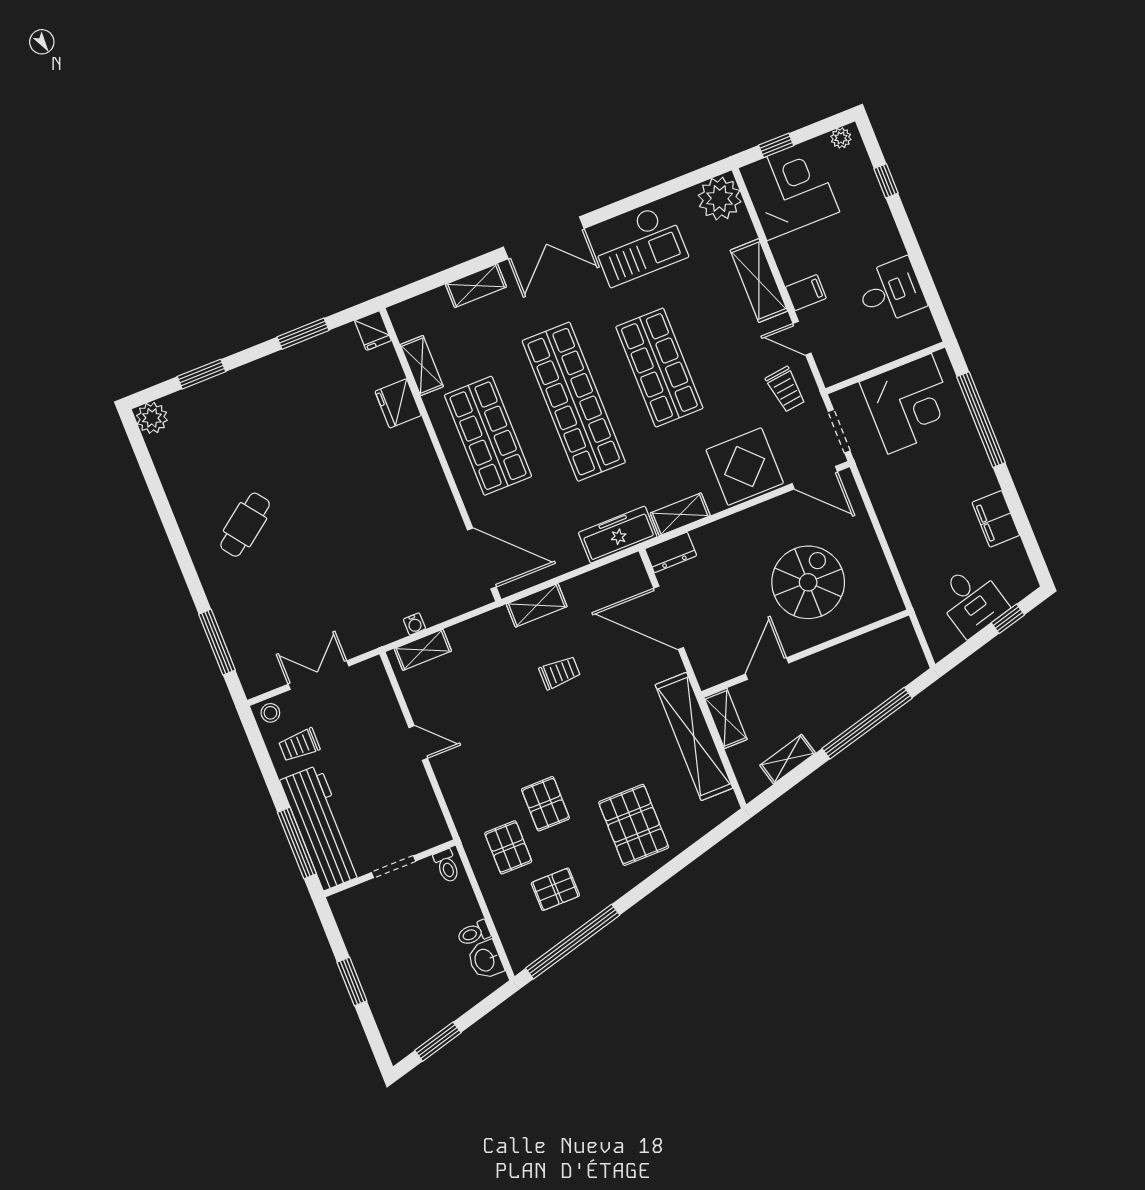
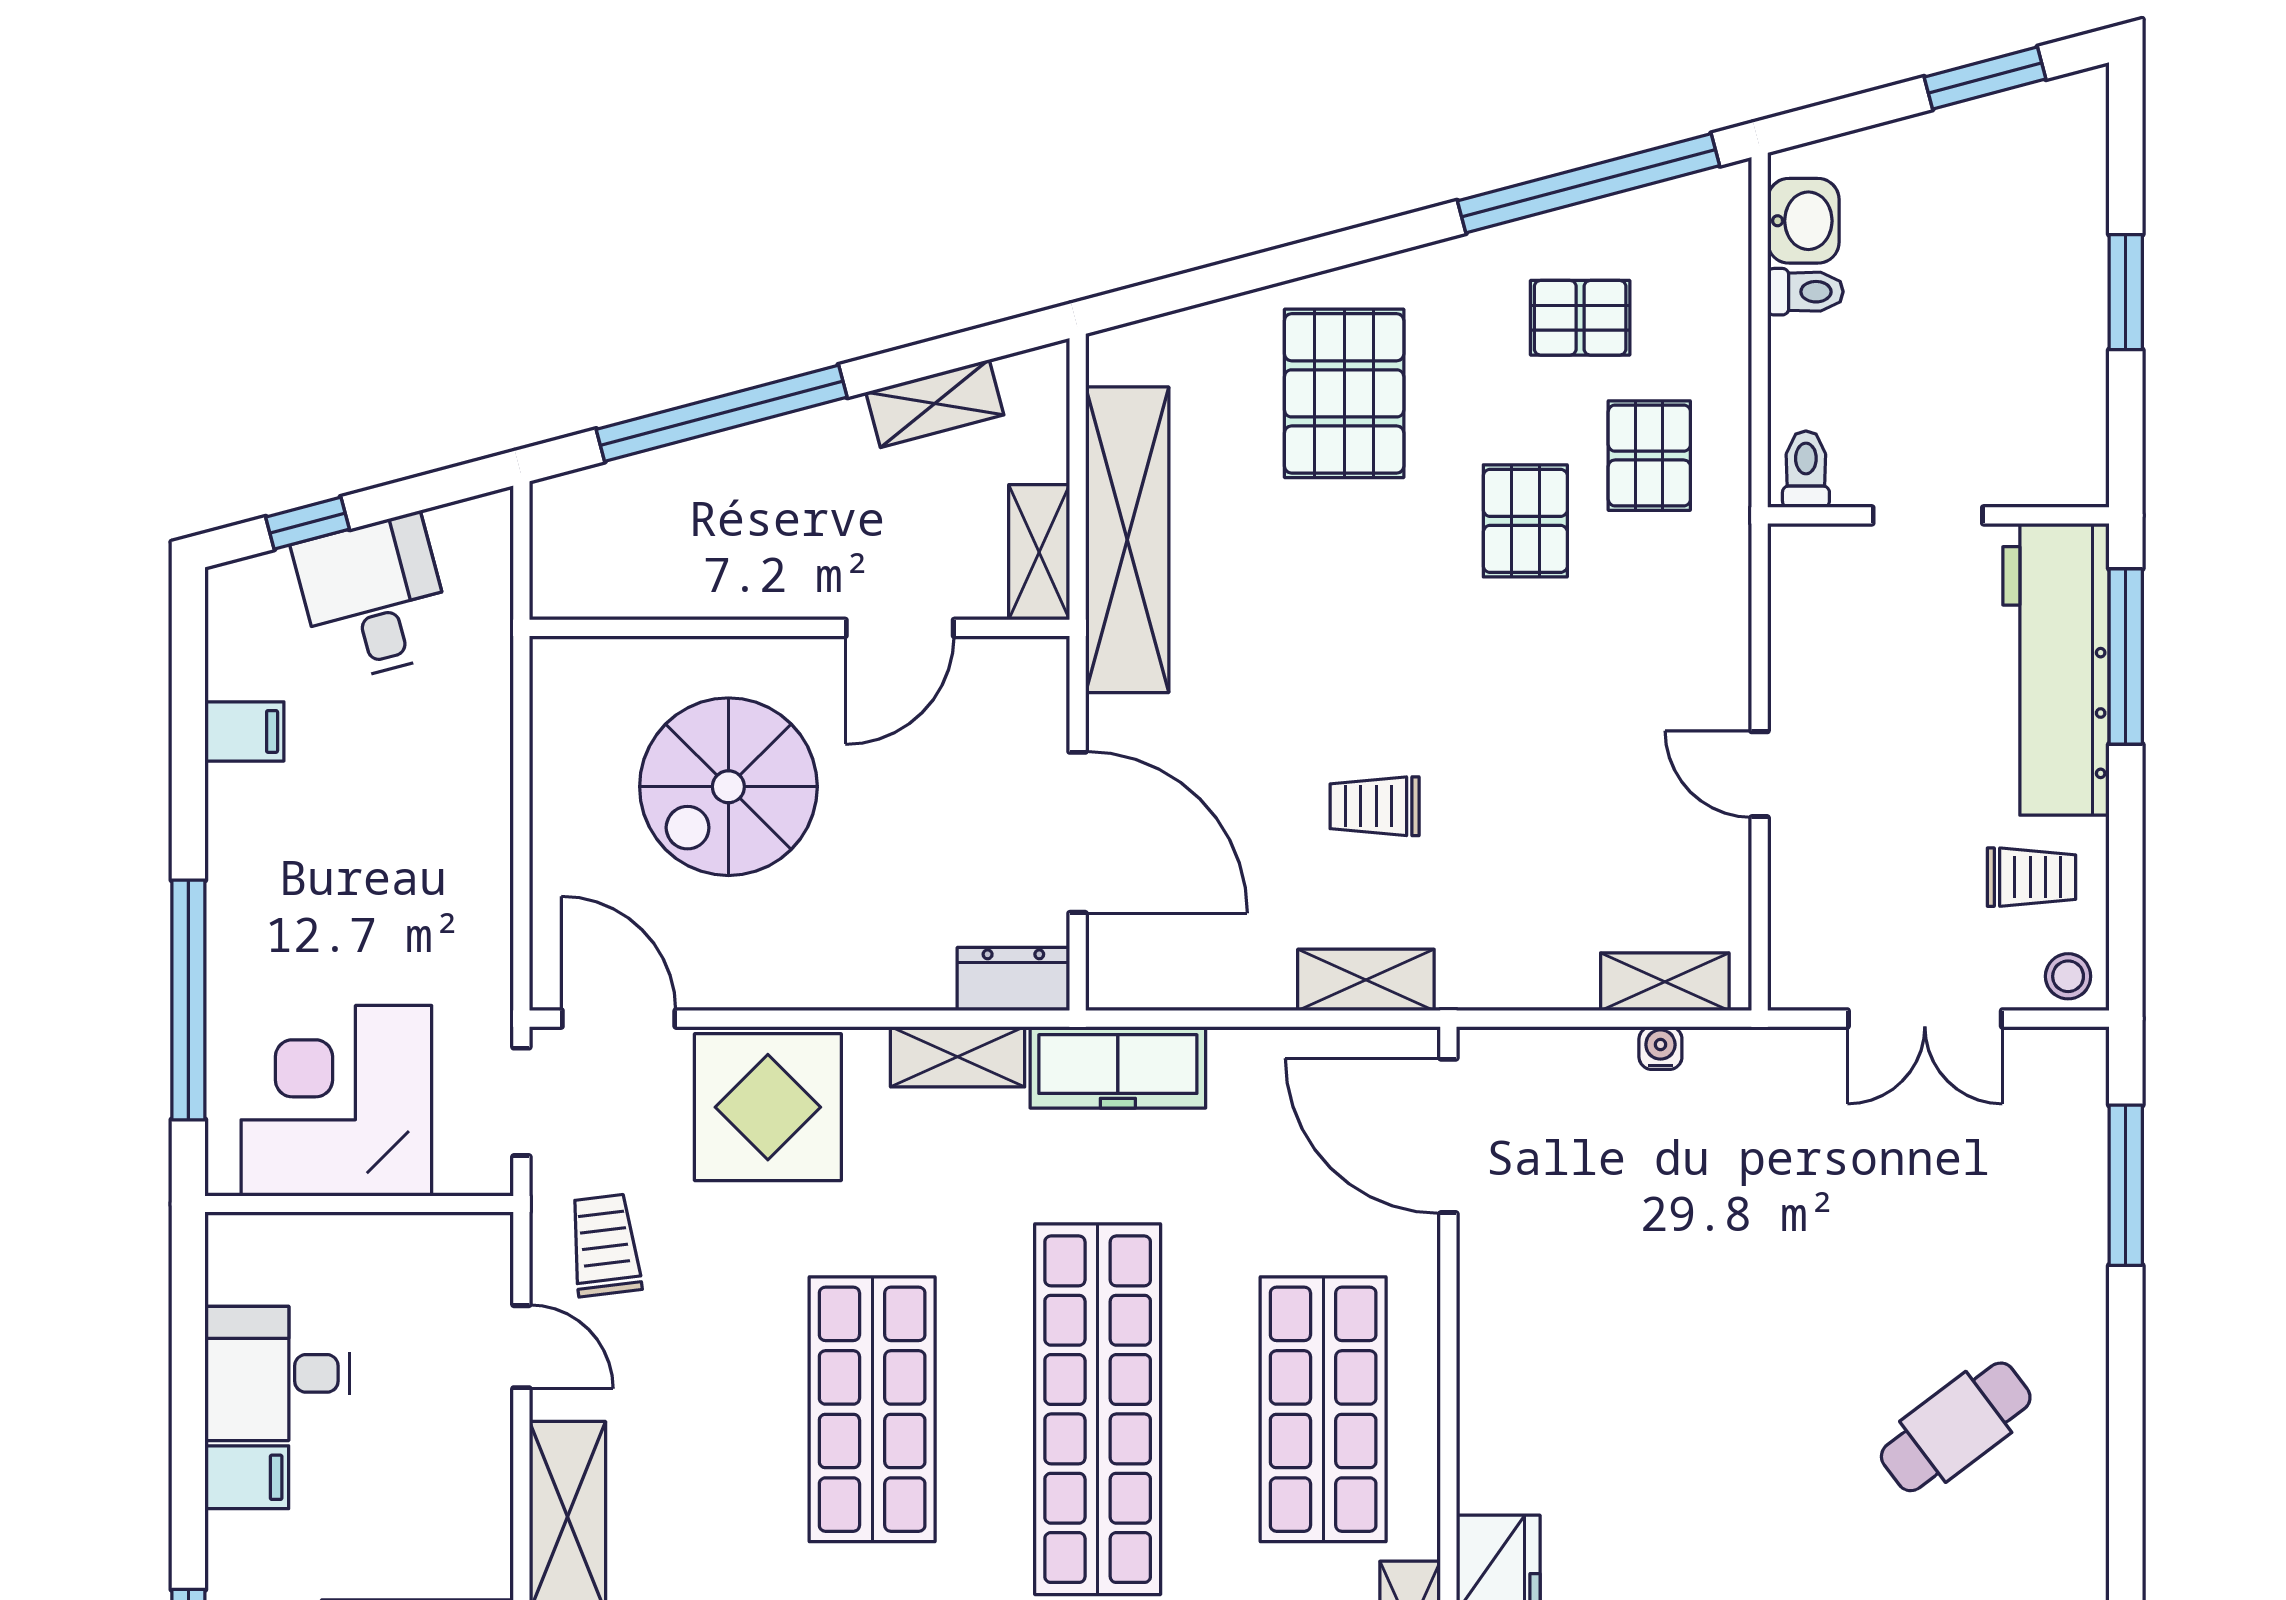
filing cabinet: (806, 293) -> (247, 1477), moved, turned 180
filing cabinet: (996, 519) -> (244, 731), width x0.50

